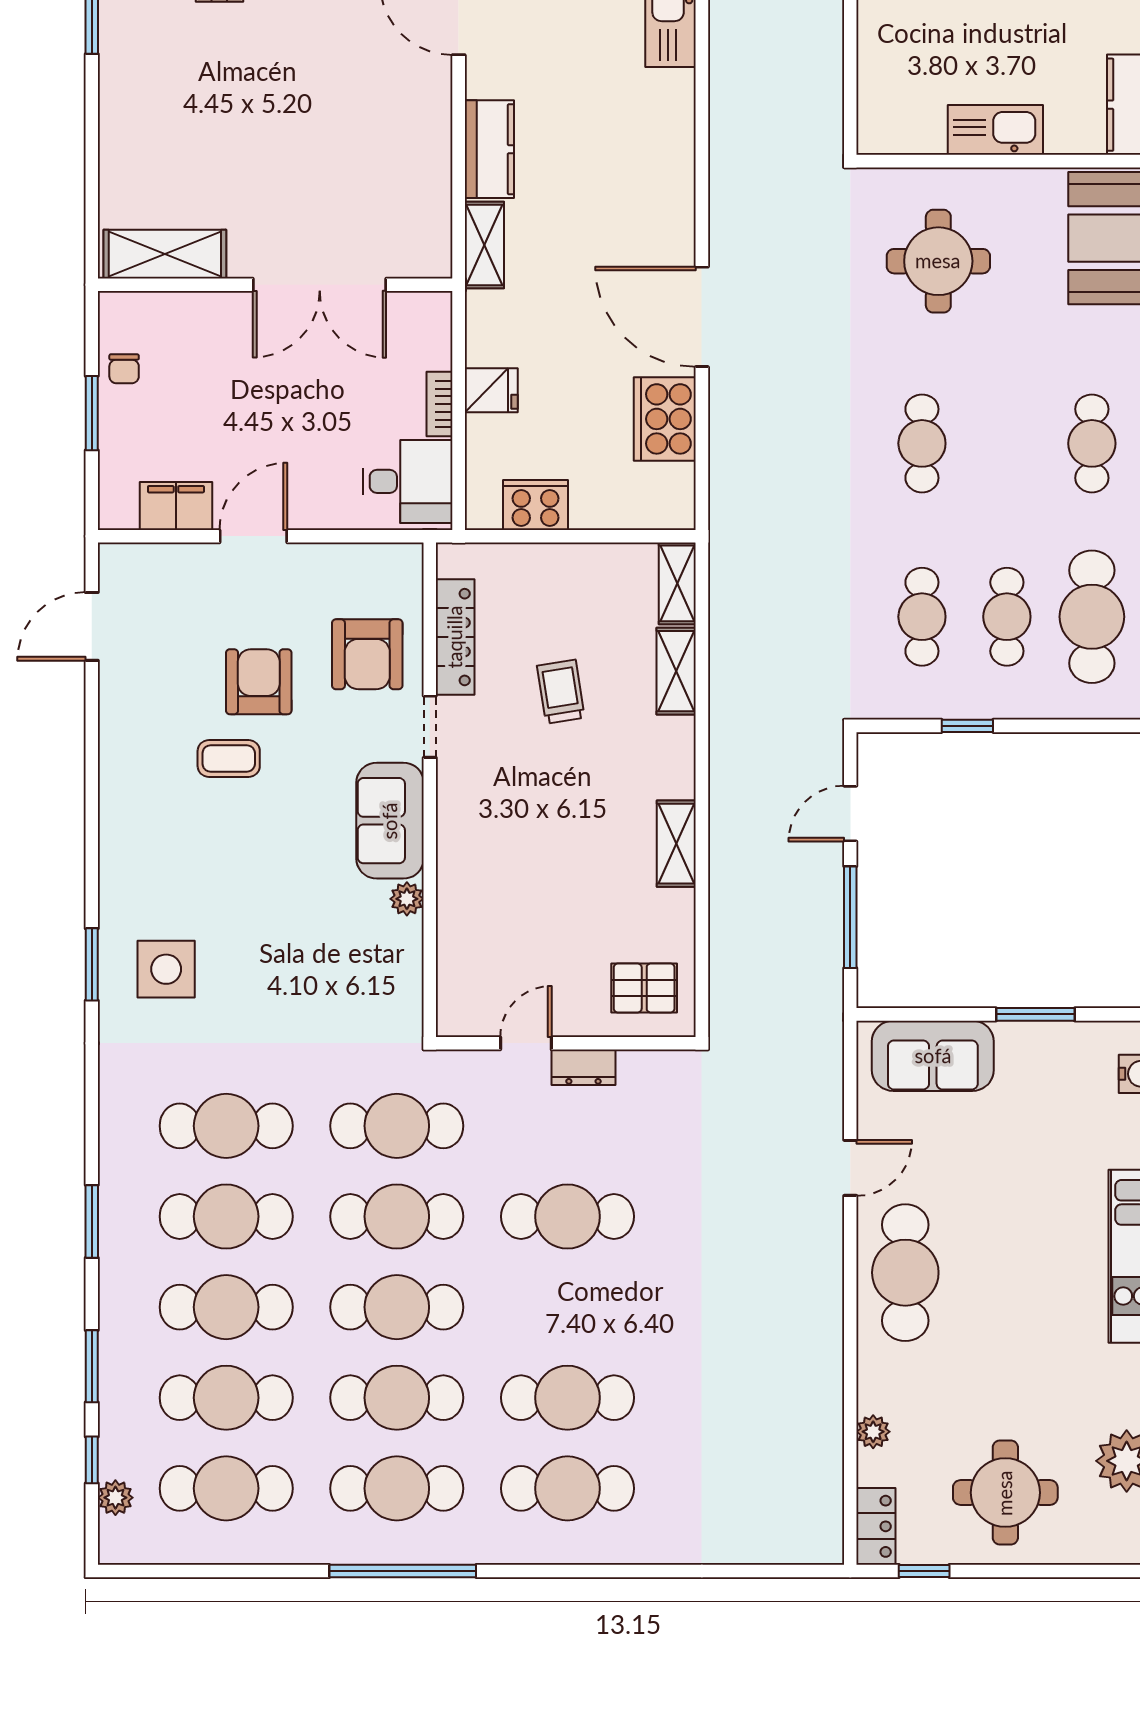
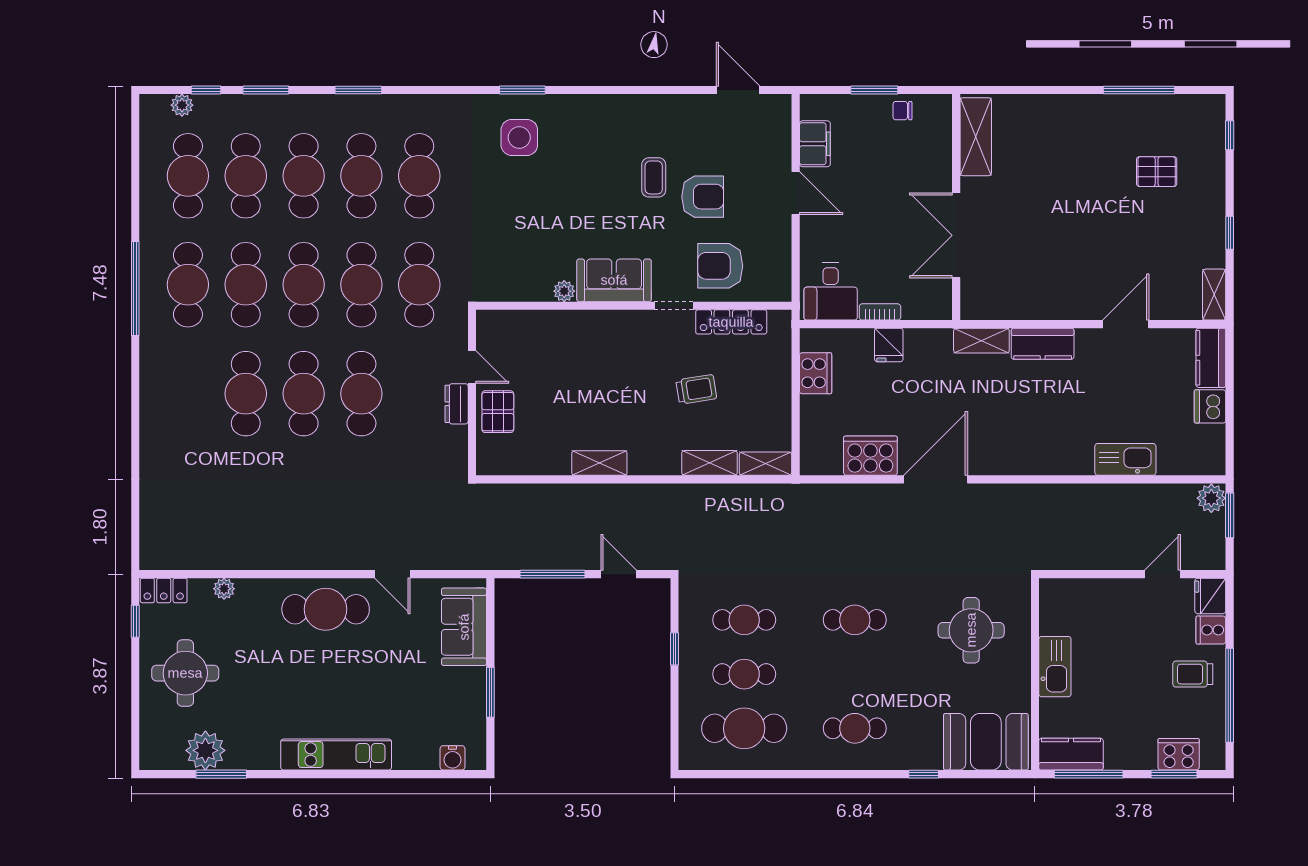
pallet: (644, 988) -> (498, 412), moved
cafe table: (567, 1488) -> (304, 394), moved

